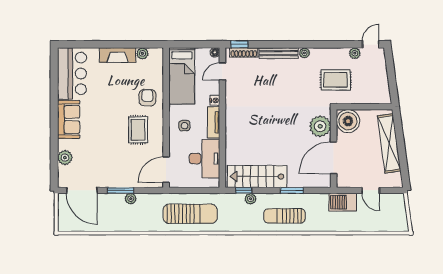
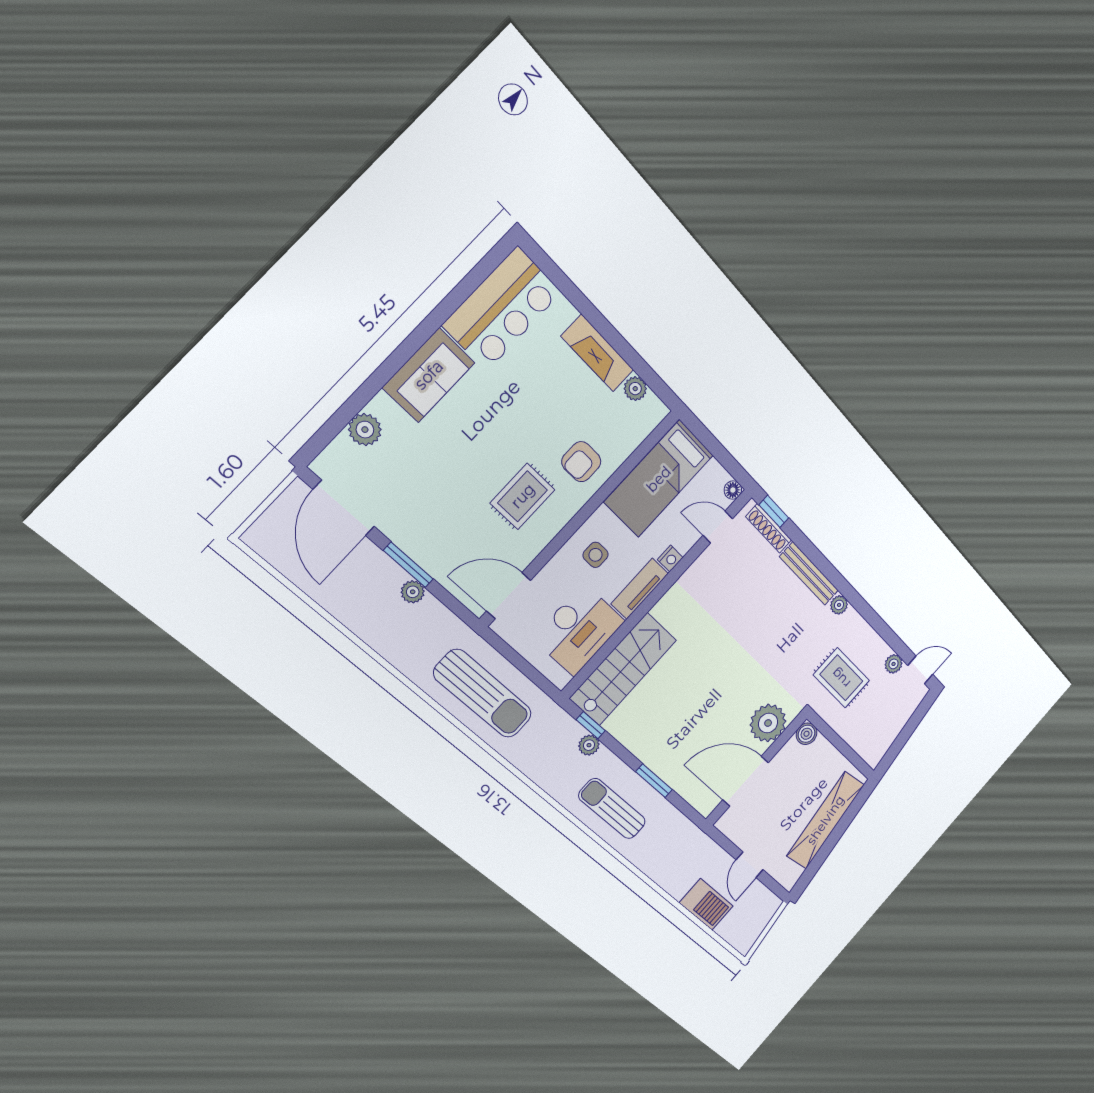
armchair: (147, 98) -> (581, 462), turned 180
boiler: (348, 121) -> (807, 734), width x0.54, depth x0.54
stairs: (257, 177) -> (623, 669), moved, turned 90
barbecue: (343, 202) -> (706, 904), moved, turned 180

